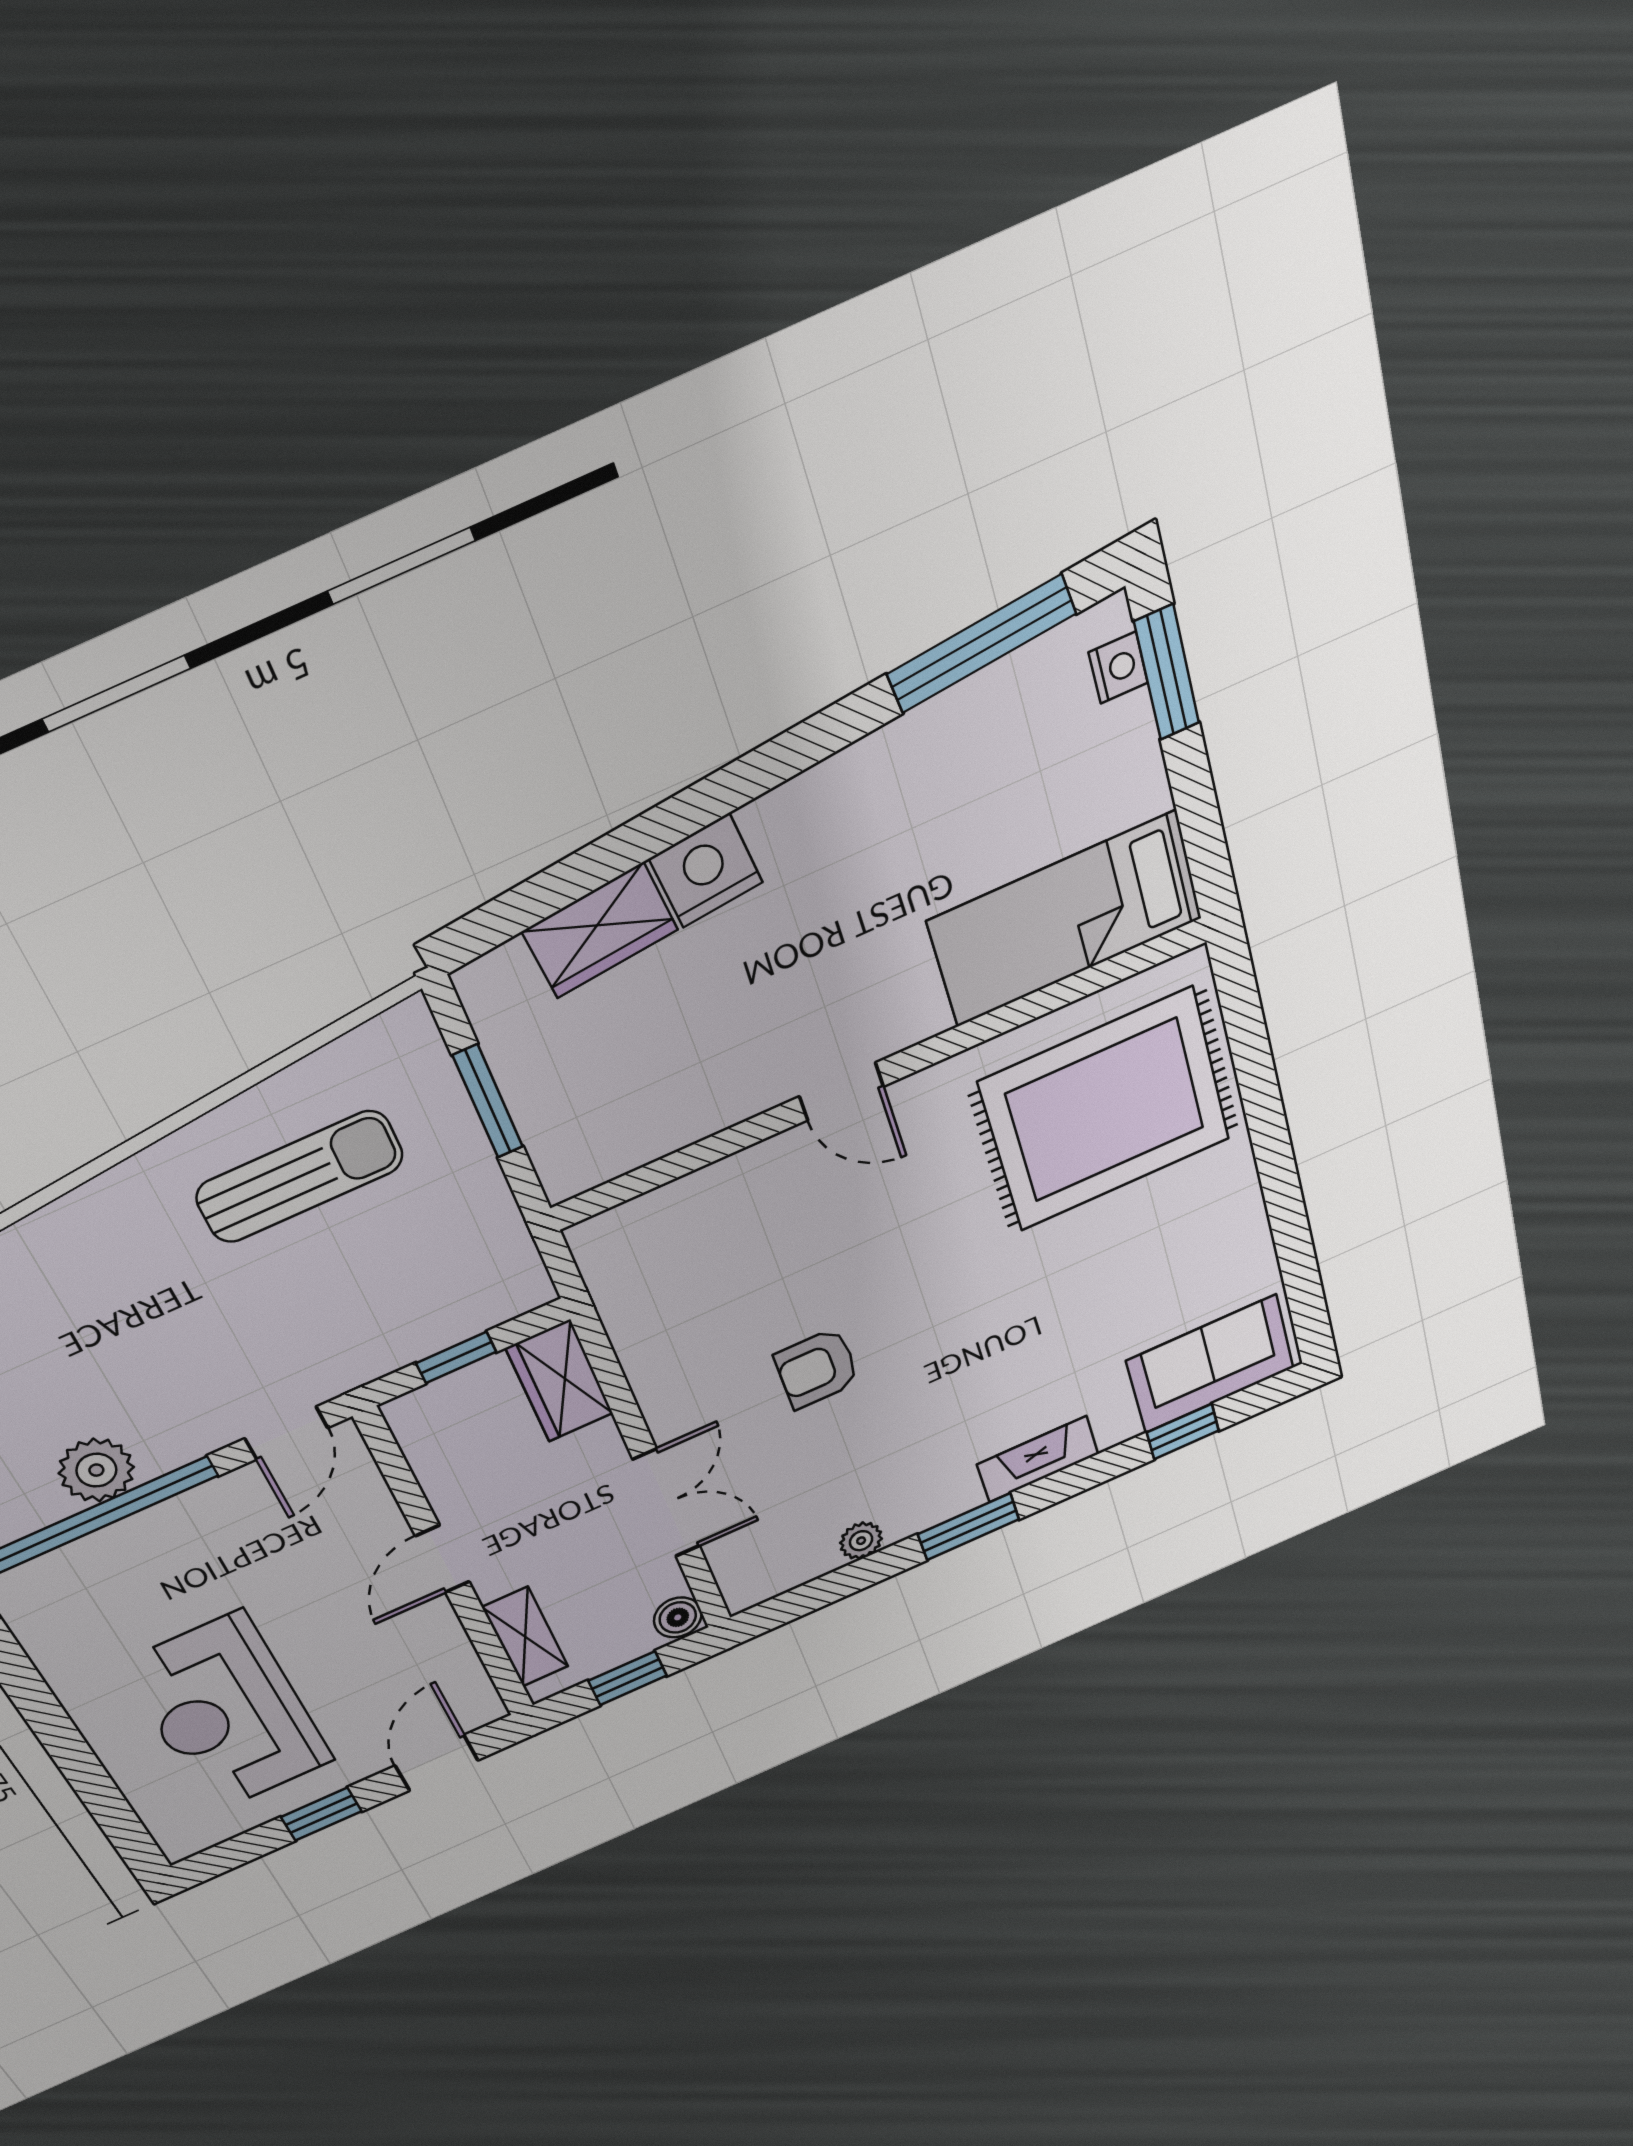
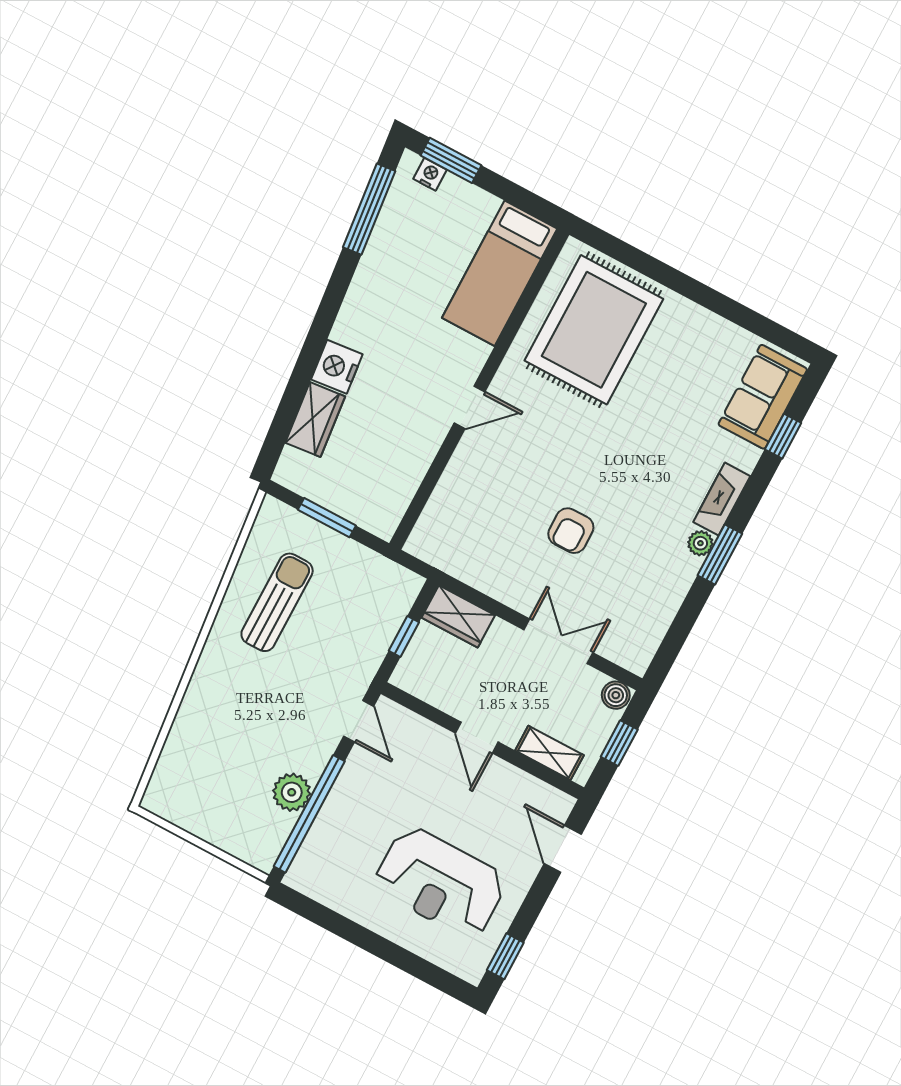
plant: (861, 1541) -> (700, 543), moved
window: (321, 1814) -> (505, 956), moved

